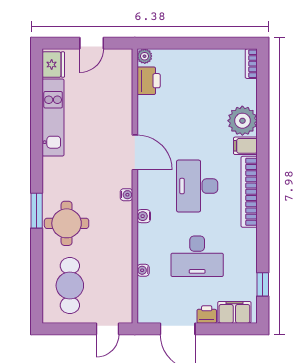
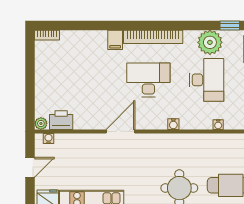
door: (92, 43) -> (30, 167), hinge flipped
plant: (242, 121) -> (210, 42), moved
desk: (197, 186) -> (148, 80), turned 180
water cooler: (126, 195) -> (48, 138), moved

